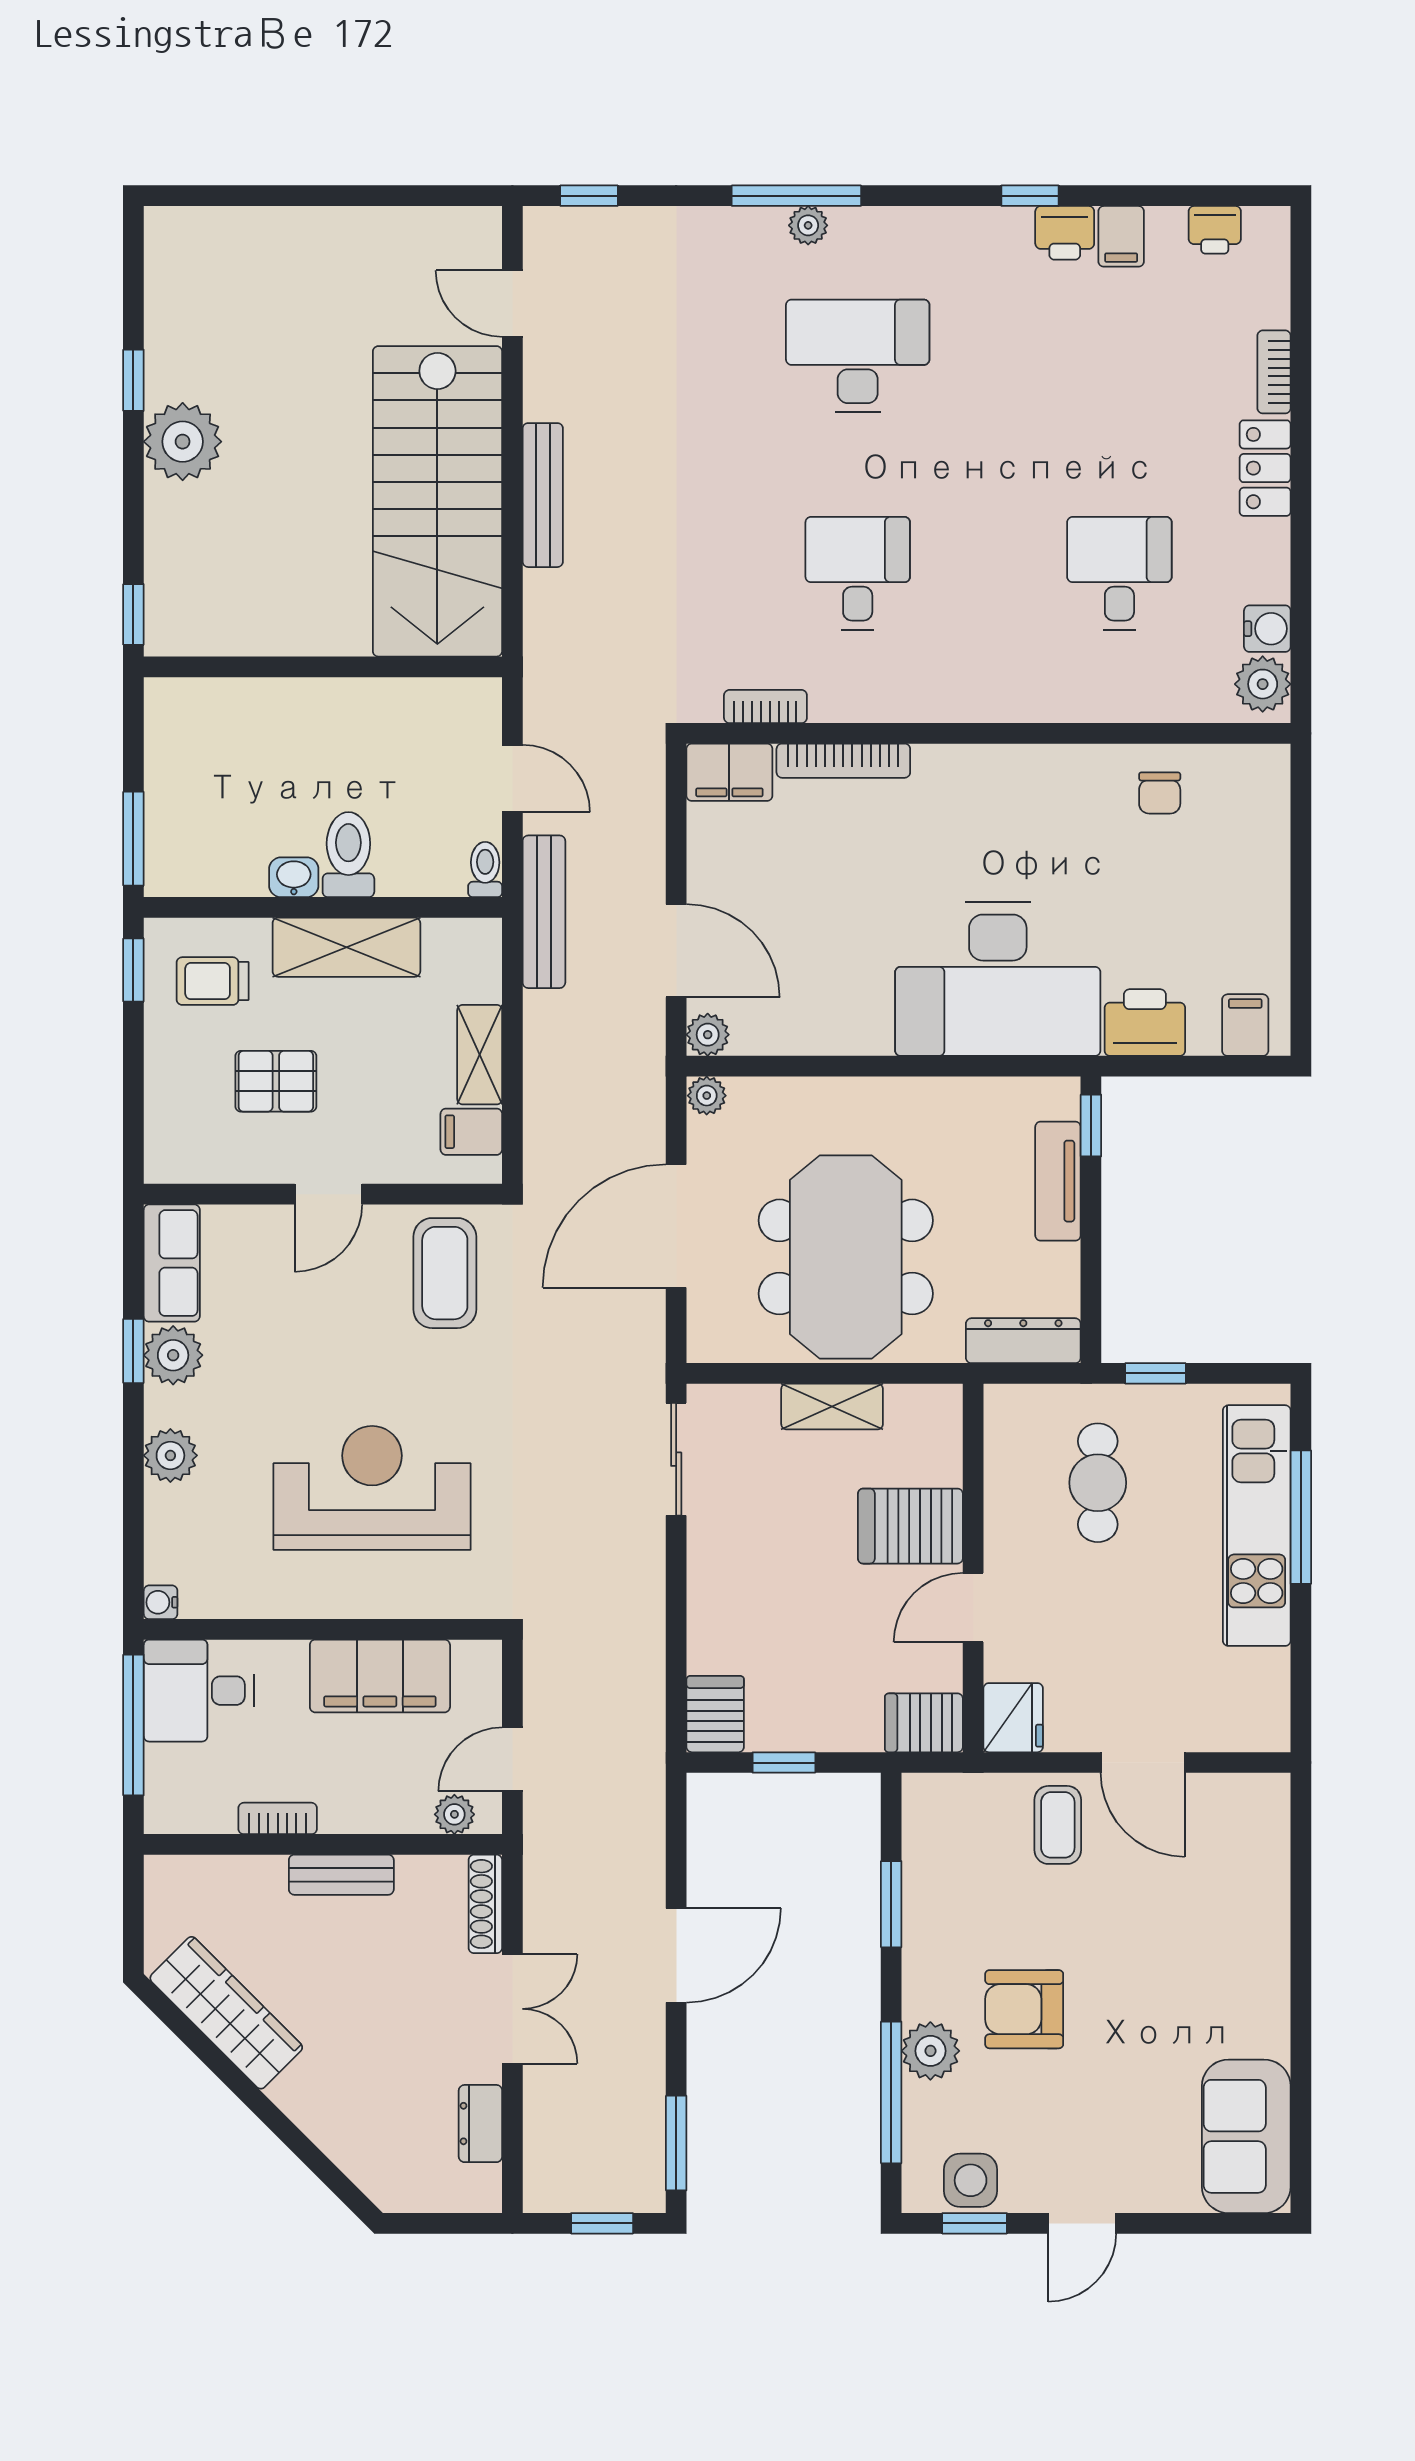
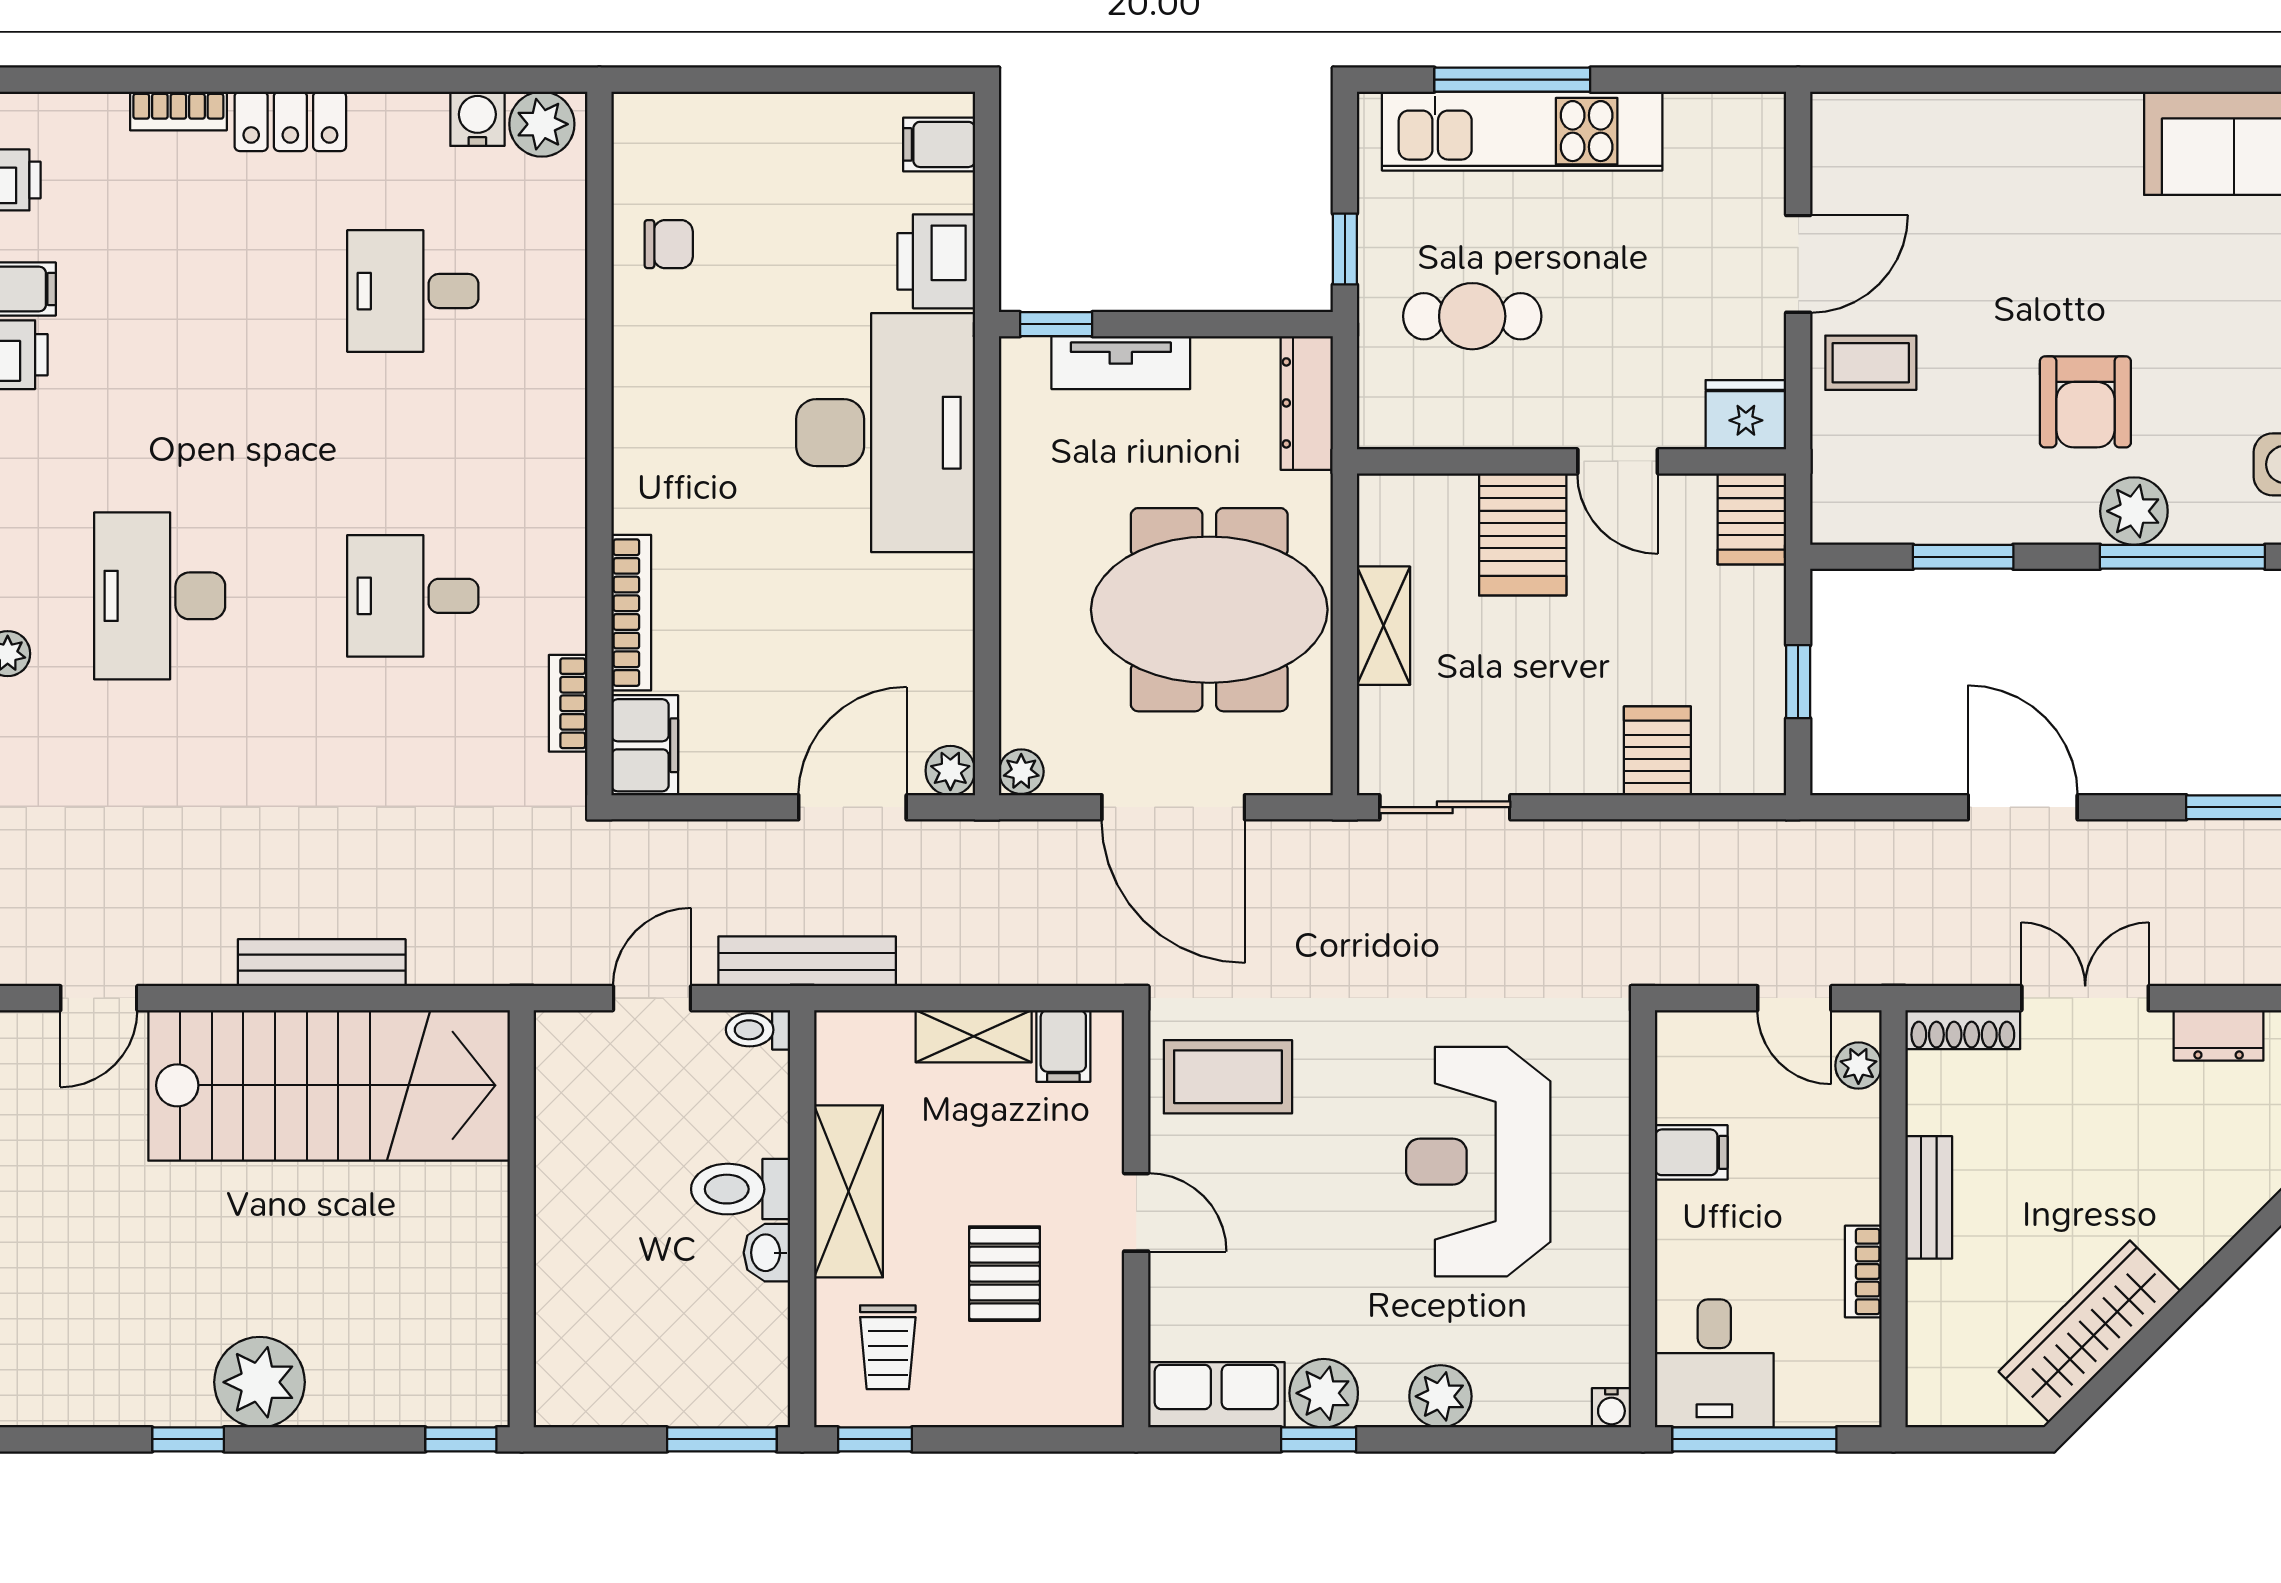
filing cabinet: (380, 1676) -> (1691, 1152), width x0.33, depth x0.86
server rack: (715, 1714) -> (1657, 751), moved, turned 90

